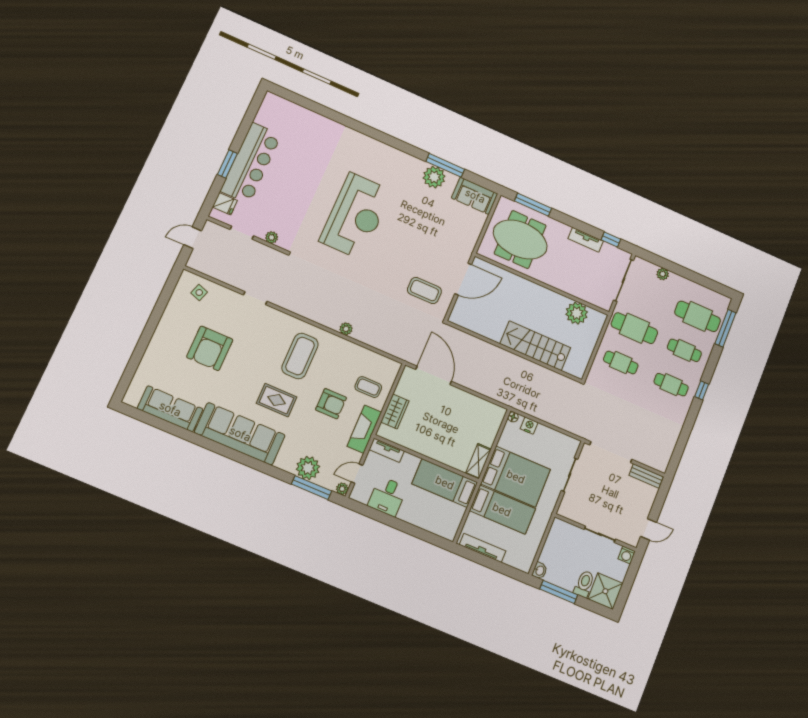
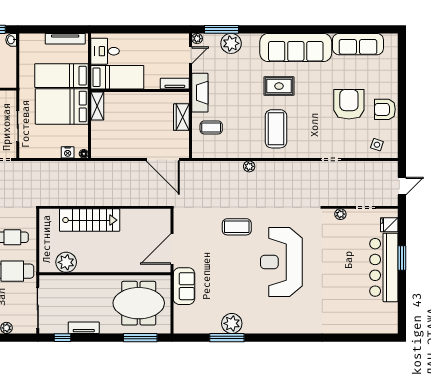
sofa: (475, 196) -> (184, 286), moved, turned 90
coffee table: (424, 291) -> (237, 227), moved
armchair: (331, 404) -> (385, 109), moved
desk: (387, 496) -> (105, 51), moved, turned -90

